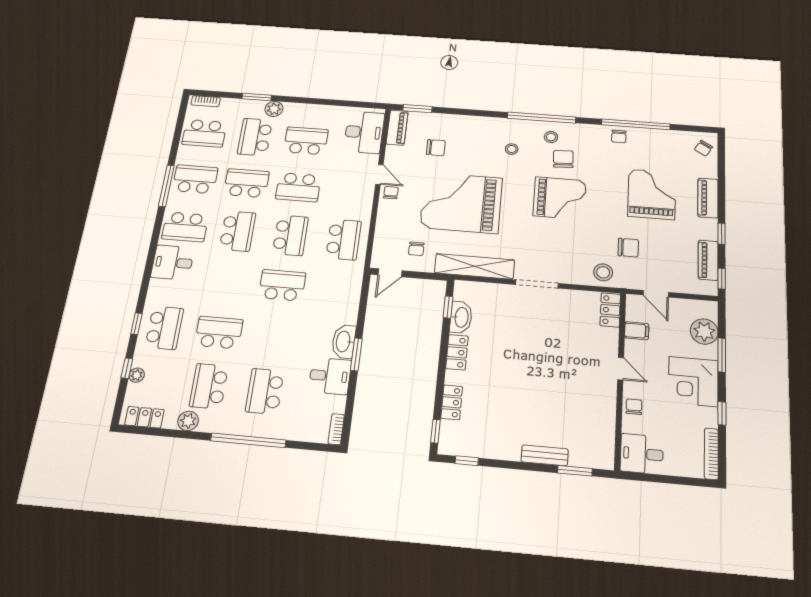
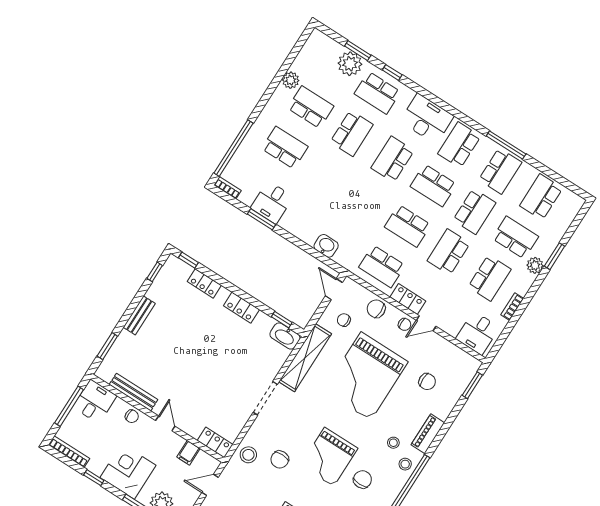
bookcase: (206, 101) -> (512, 307), moved
piano: (397, 128) -> (428, 434), moved, turned 90
desk: (364, 132) -> (478, 333), width x0.73
stool: (551, 137) -> (405, 464), moved
chair: (436, 148) -> (427, 382), turned -90
chair: (563, 159) -> (362, 479), turned -87
grand piano: (461, 203) -> (366, 376), turned 180
chair: (389, 225) -> (376, 309), added
chair: (628, 248) -> (280, 459), moved
desk: (173, 262) -> (427, 119), width x1.37
school desk: (282, 285) -> (393, 159), moved, turned 180
washbasin: (461, 317) -> (285, 336), moved
washbasin: (344, 342) -> (326, 246), moved, width x0.72
window: (356, 354) -> (261, 219), moved
window: (127, 368) -> (358, 51), width x1.50
door: (621, 369) -> (165, 423), swing flipped
plant: (137, 375) -> (350, 64), width x1.88, depth x1.88
locker: (144, 417) -> (408, 299), moved, turned -90
bench: (608, 418) -> (134, 392), added
window: (248, 440) -> (234, 148), moved
bench: (545, 455) -> (139, 315), moved
window: (663, 479) -> (69, 406), added

